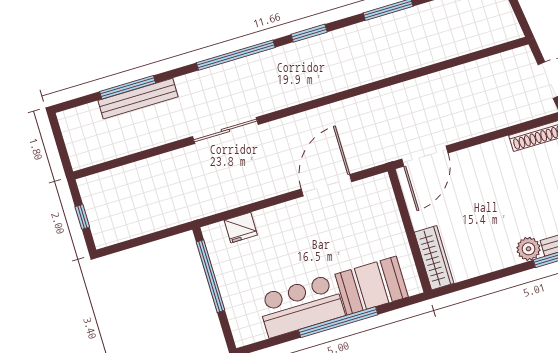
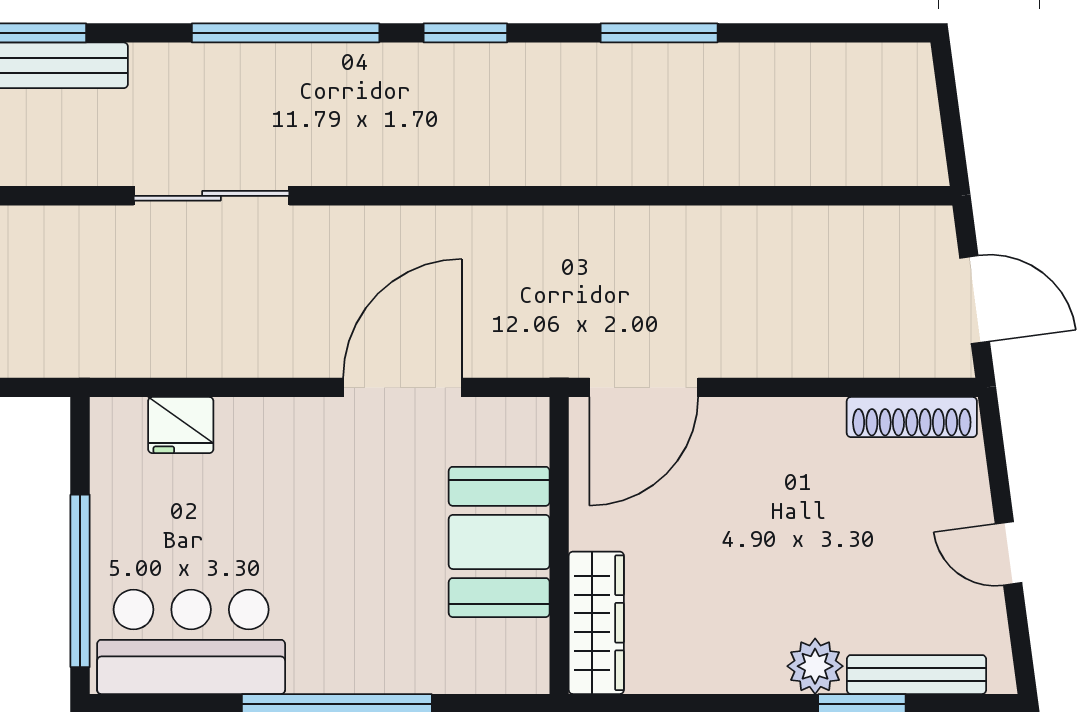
window: (211, 276) -> (80, 581), moved
booth: (372, 286) -> (499, 542), moved, turned 90
bar counter: (301, 306) -> (191, 642), moved

